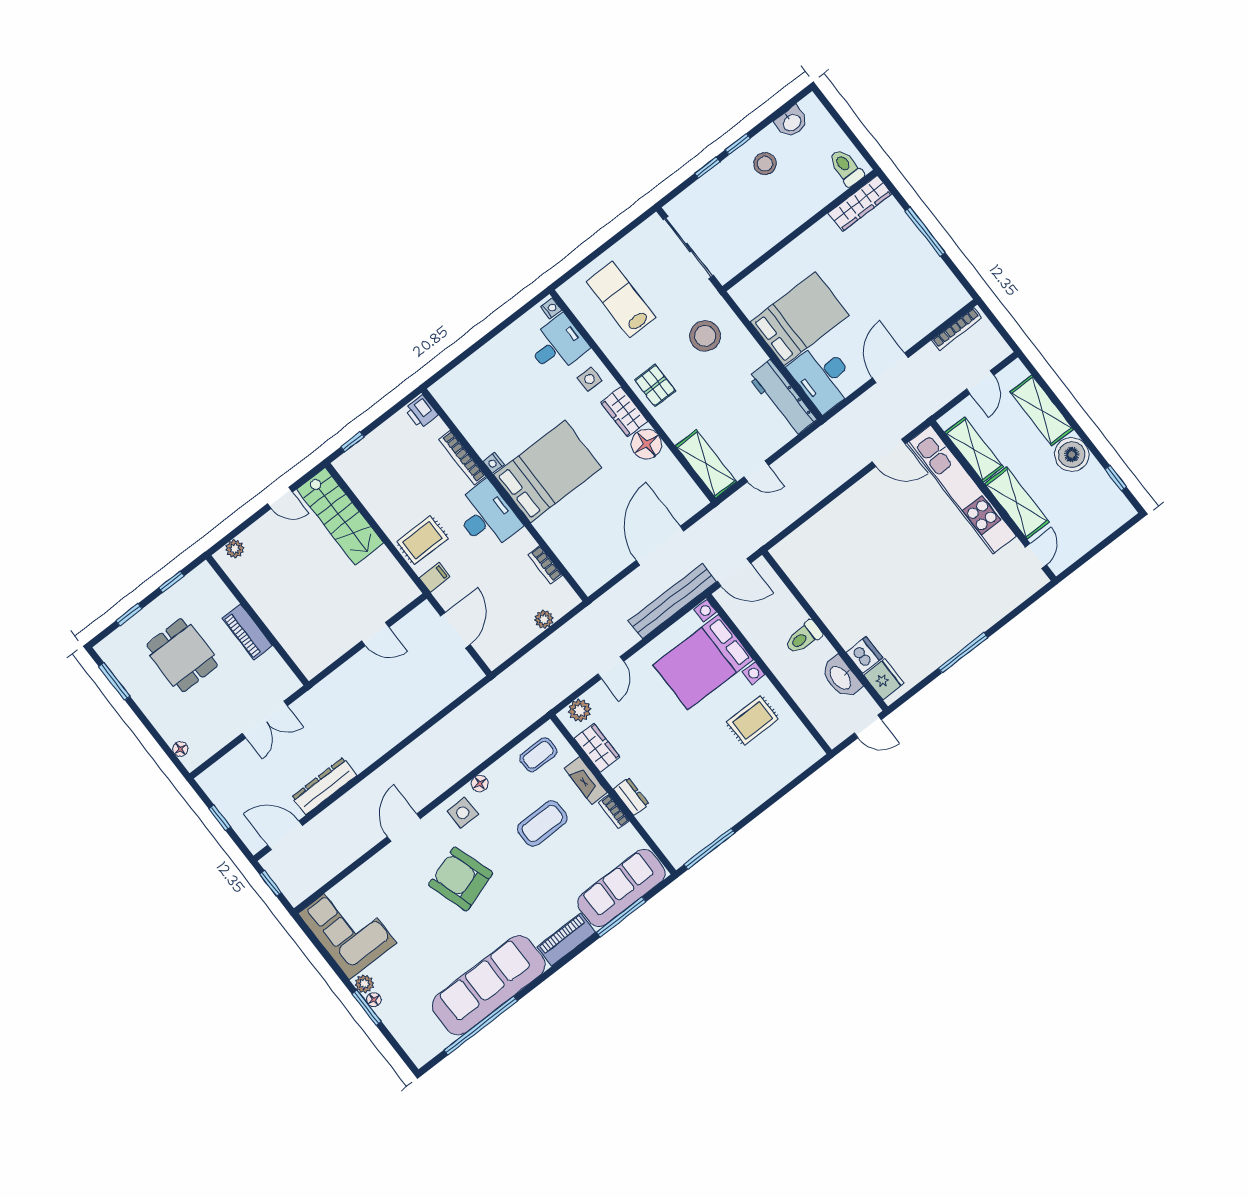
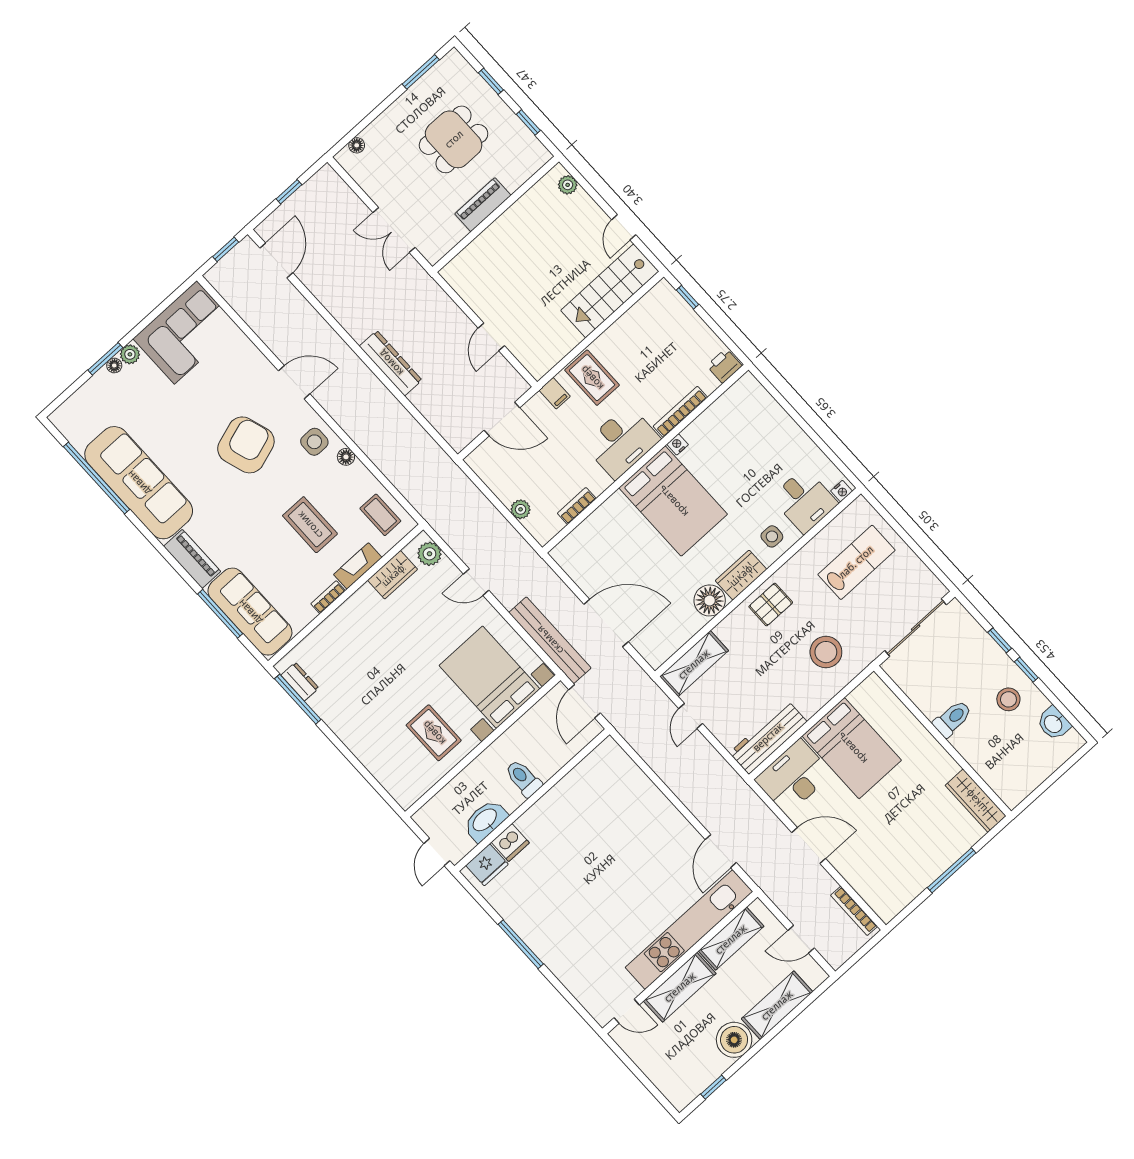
toilet: (846, 167) -> (952, 719), moved
dresser: (324, 786) -> (391, 363), moved
dresser: (631, 797) -> (300, 682), moved, turned -90

